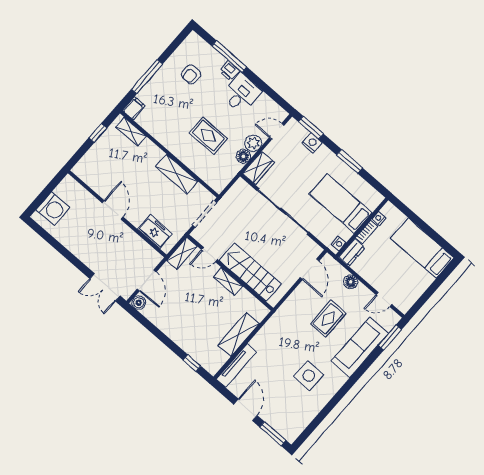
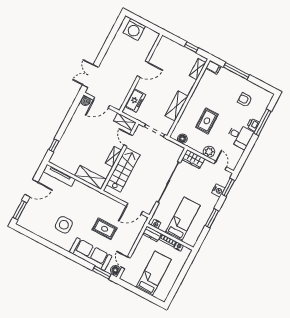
floor lamp: (243, 156) -> (182, 139), moved
bed: (422, 248) -> (154, 273), moved
floor lamp: (351, 282) -> (115, 270), moved
shelving: (239, 335) -> (90, 177), moved

